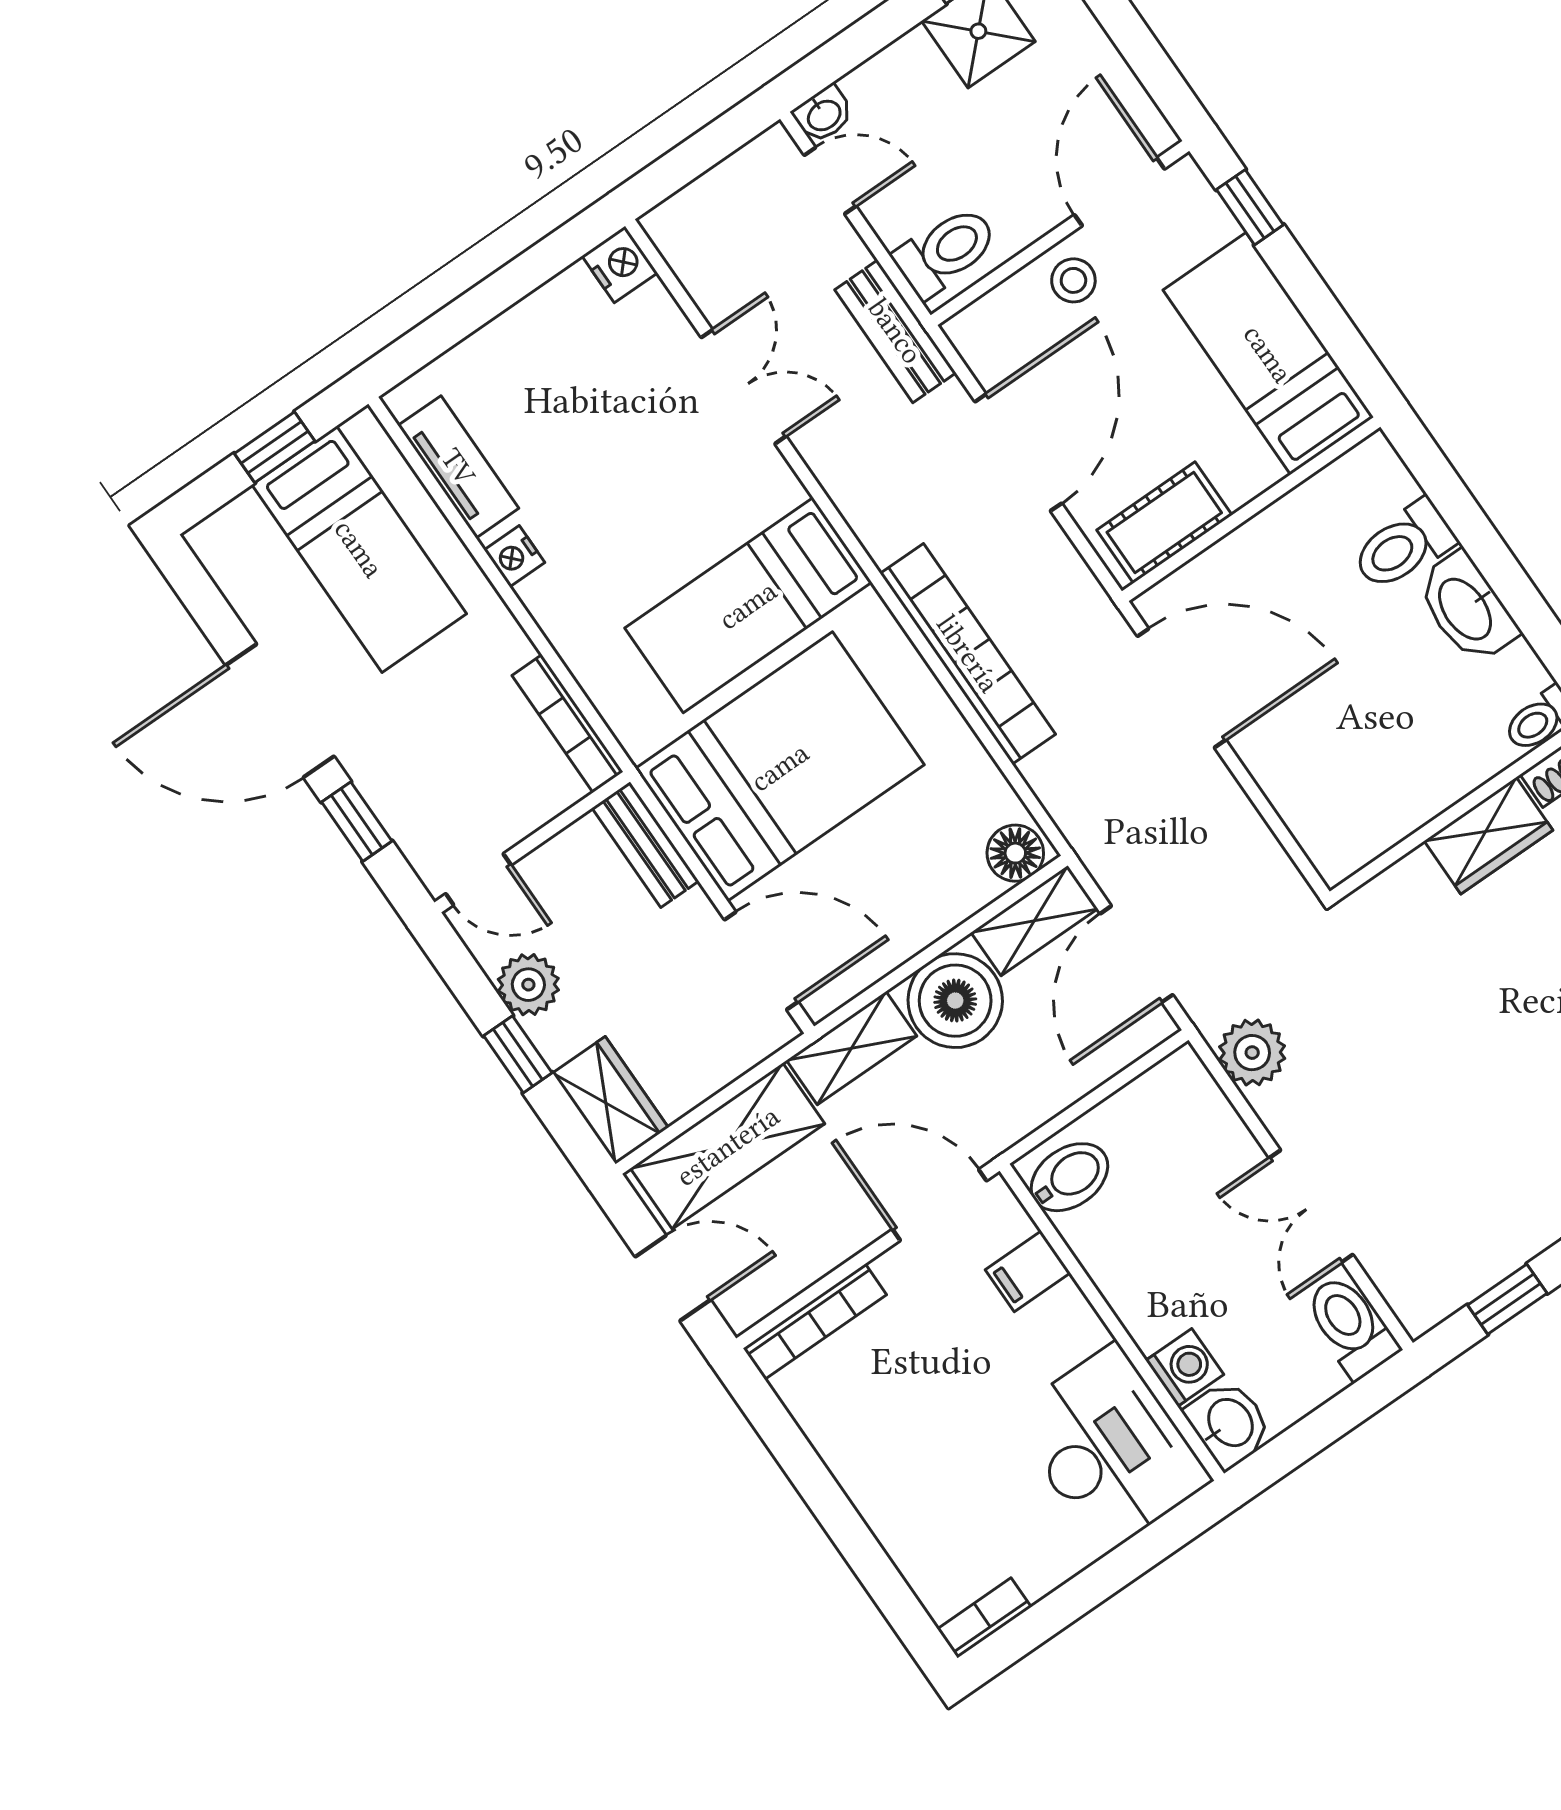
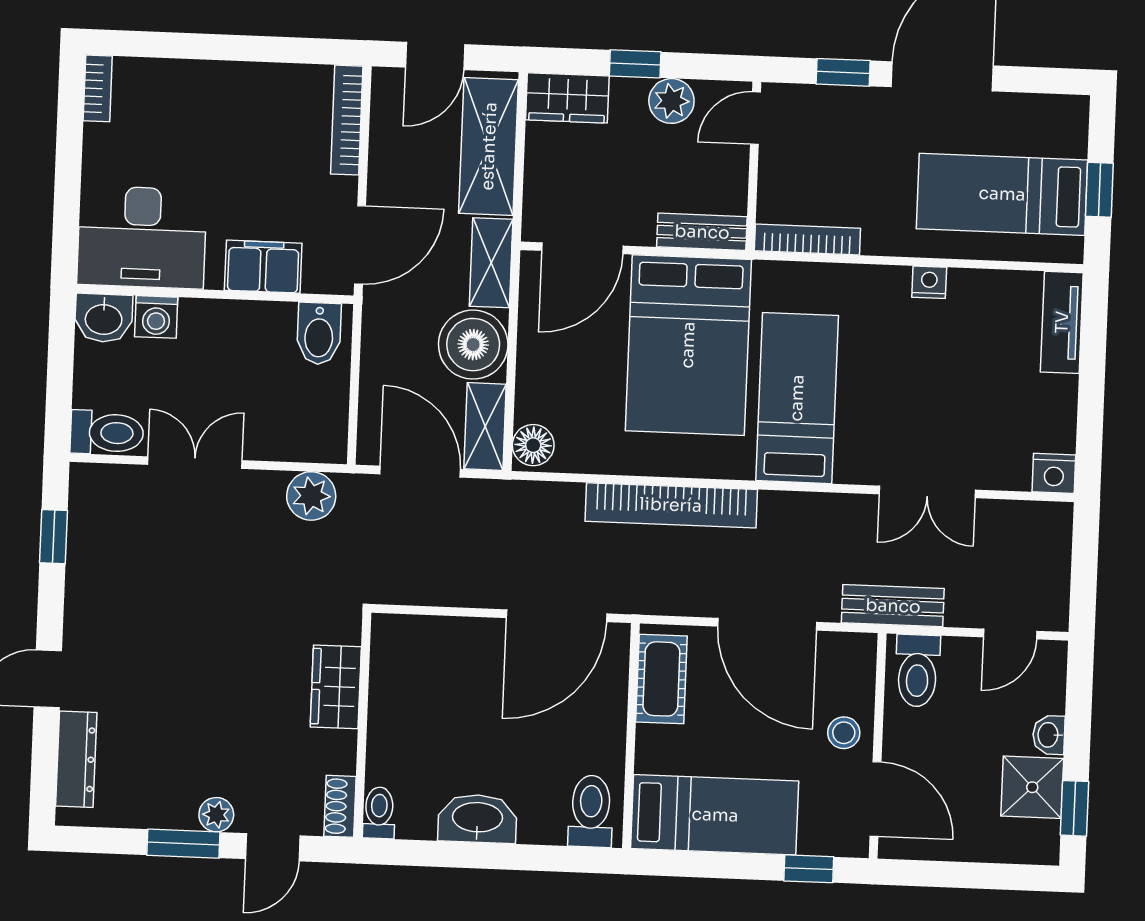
washbasin: (823, 114) -> (1049, 735), moved
tv unit: (458, 467) -> (1062, 322), moved, turned 90
toilet: (1404, 546) -> (591, 811), moved
wardrobe: (1489, 836) -> (336, 687), moved
filing cabinet: (1028, 1271) -> (263, 267), width x2.00

